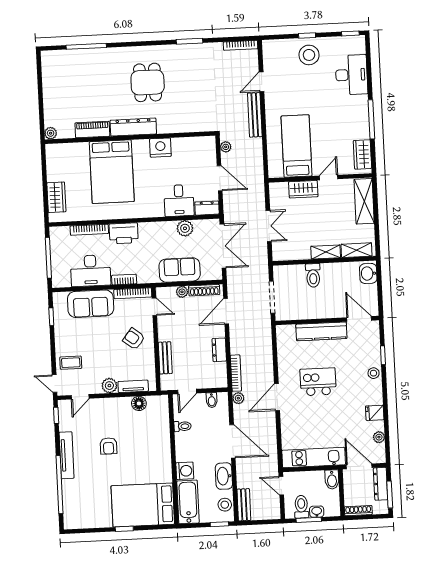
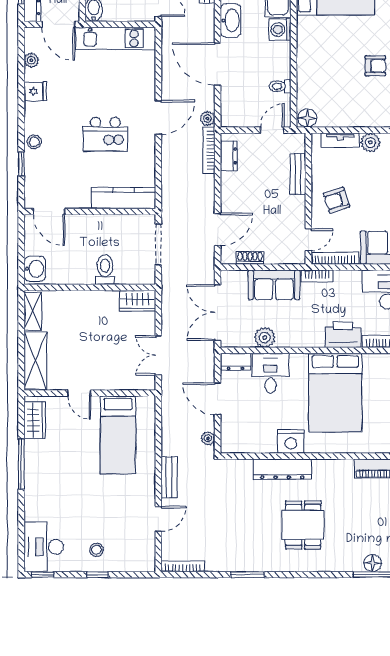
floor lamp: (92, 55) -> (373, 563), added
stool: (309, 55) -> (96, 550), width x0.53, depth x0.53
desk: (351, 75) -> (44, 547), moved
bench: (255, 115) -> (169, 477), width x0.73
dresser: (133, 127) -> (282, 469), moved
bed: (112, 172) -> (335, 393), moved, turned 180
door: (329, 177) -> (79, 393), hinge flipped
wardrobe: (303, 189) -> (137, 301), moved, turned 180
double door: (269, 226) -> (158, 355), moved
shelving: (357, 250) -> (33, 311), moved, turned 90
shelving: (326, 252) -> (88, 299), removed
bookcase: (124, 280) -> (317, 276), moved
shoe rack: (204, 290) -> (250, 258), width x0.70
plant: (182, 292) -> (272, 257), removed
door: (154, 307) -> (308, 240), swing flipped
kitchen counter: (321, 331) -> (124, 198), moved
armchair: (134, 339) -> (336, 200), turned 124
dresser: (219, 350) -> (229, 156), moved
bidet: (212, 400) -> (241, 118), removed
floor lamp: (139, 403) -> (307, 118), moved
armchair: (108, 446) -> (375, 66), turned 90

